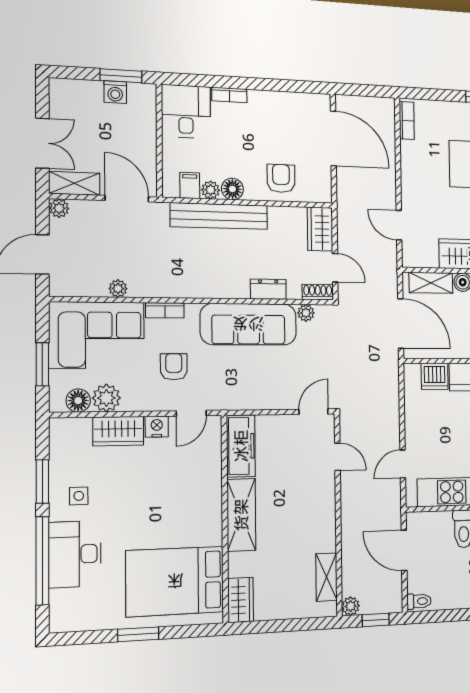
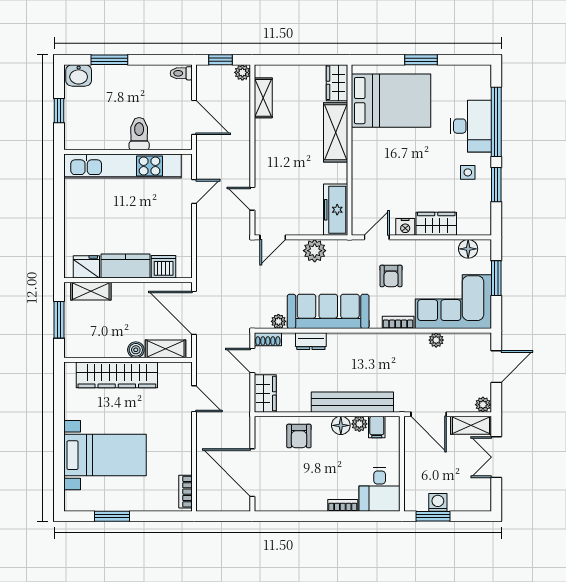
plant: (106, 398) -> (315, 251), moved
shelving: (241, 515) -> (336, 132), moved

